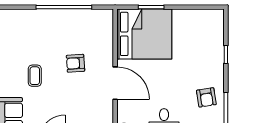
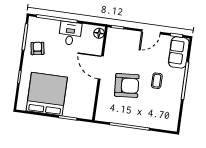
bed: (144, 34) -> (47, 94), moved, turned 90
armchair: (75, 63) -> (127, 85), width x1.88, depth x1.88

